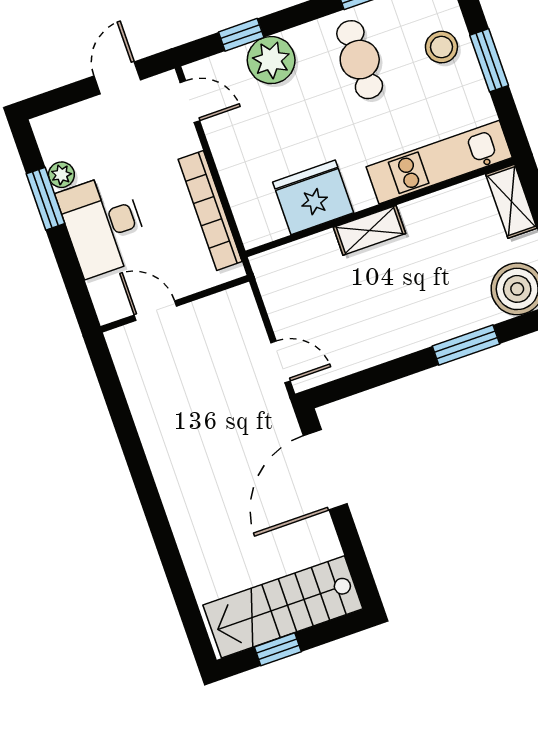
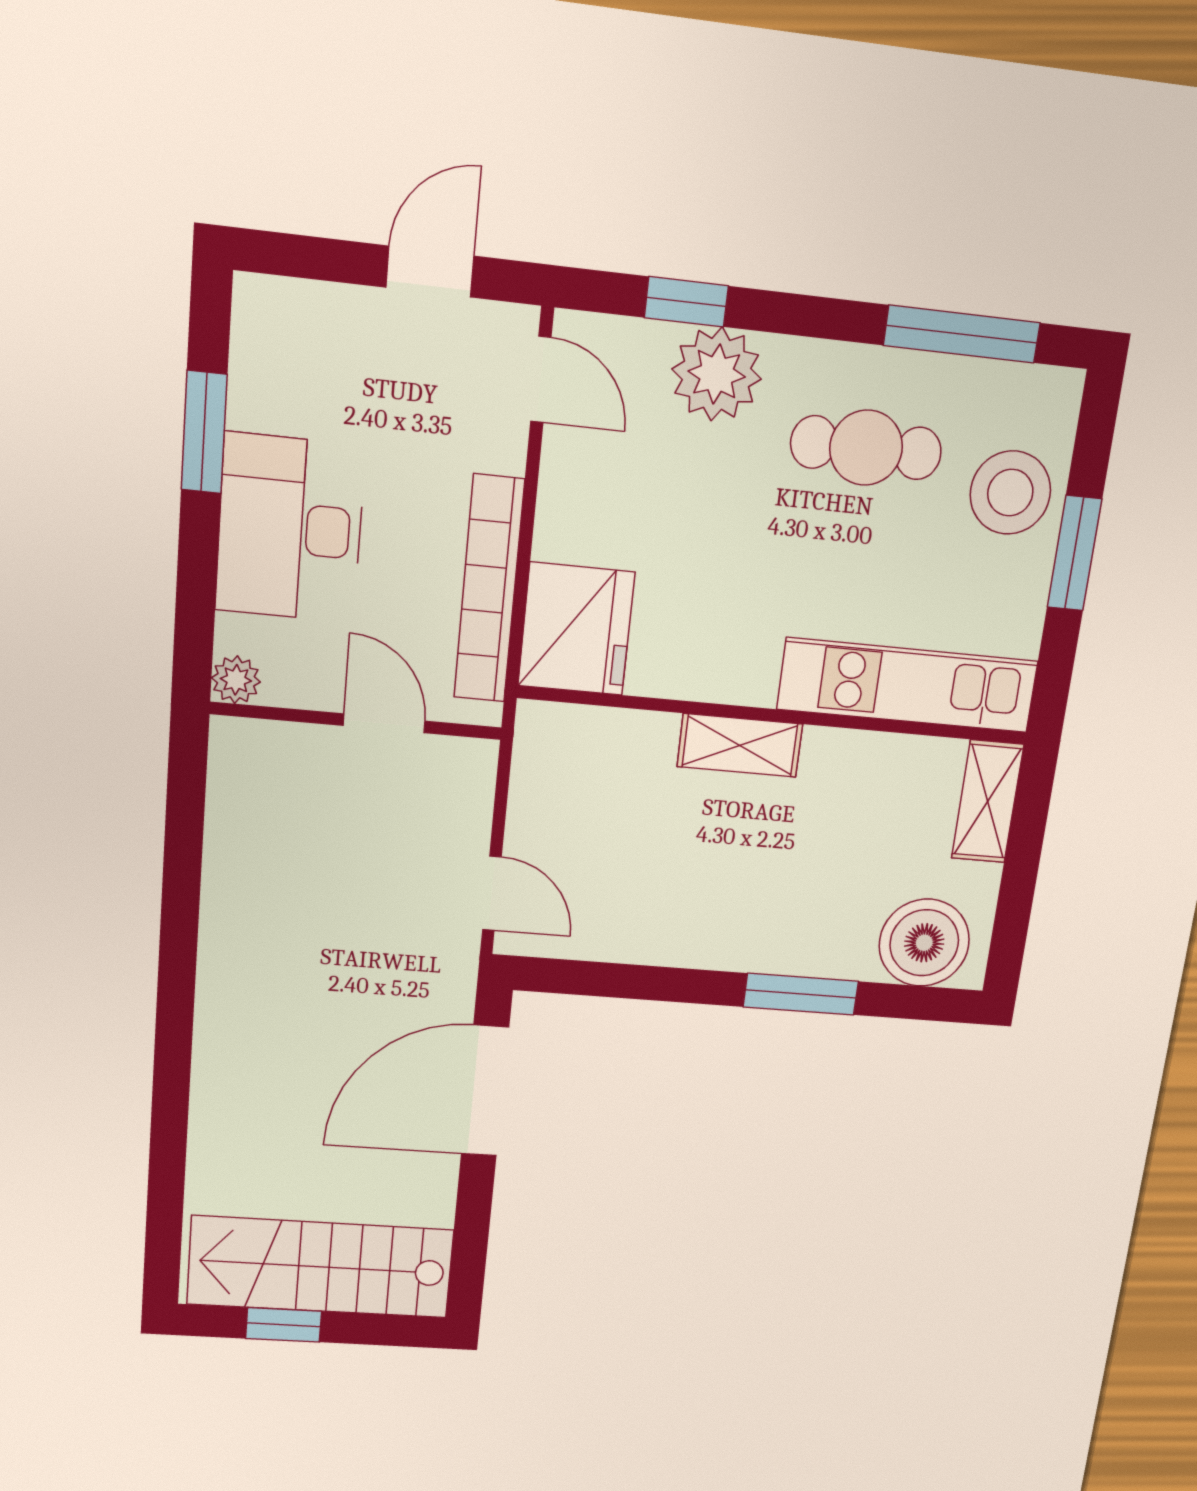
stool: (441, 47) -> (1010, 493), width x1.38, depth x1.38
cafe table: (360, 60) -> (866, 448), turned 90
plant: (61, 175) -> (236, 680), moved
fridge: (313, 197) -> (576, 629), moved, turned 90
door: (155, 311) -> (384, 723), moved

